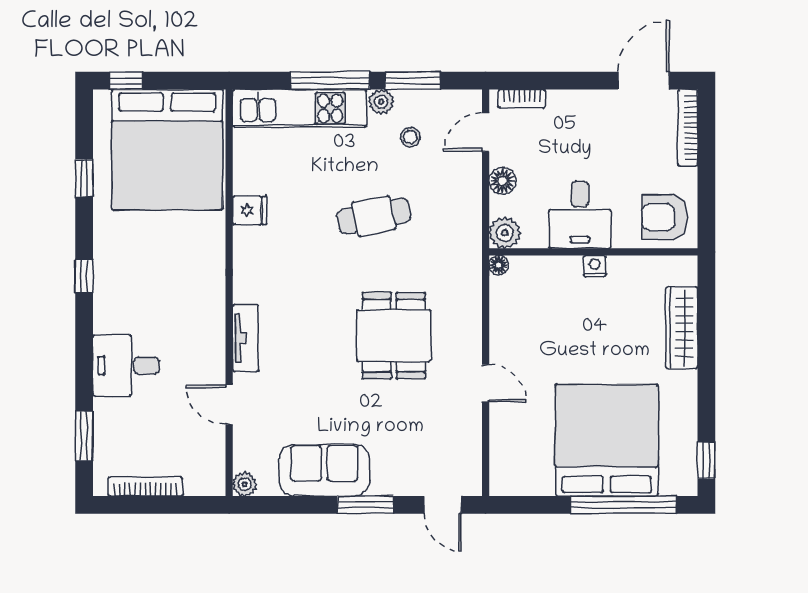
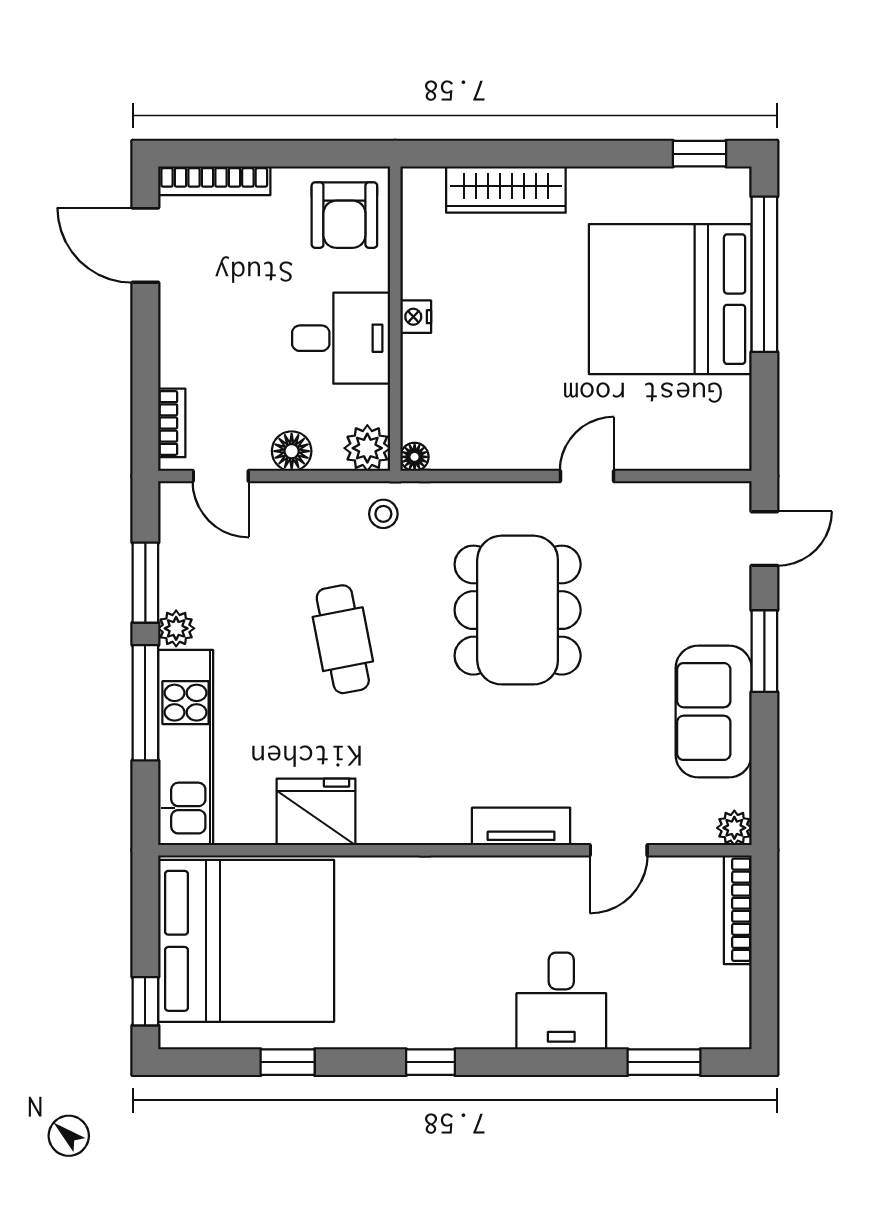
stool: (410, 137) -> (383, 514), moved
fridge: (250, 210) -> (316, 812), width x1.88, depth x1.34
dining table: (394, 336) -> (518, 610), width x1.38
bookcase: (145, 487) -> (738, 910), moved

